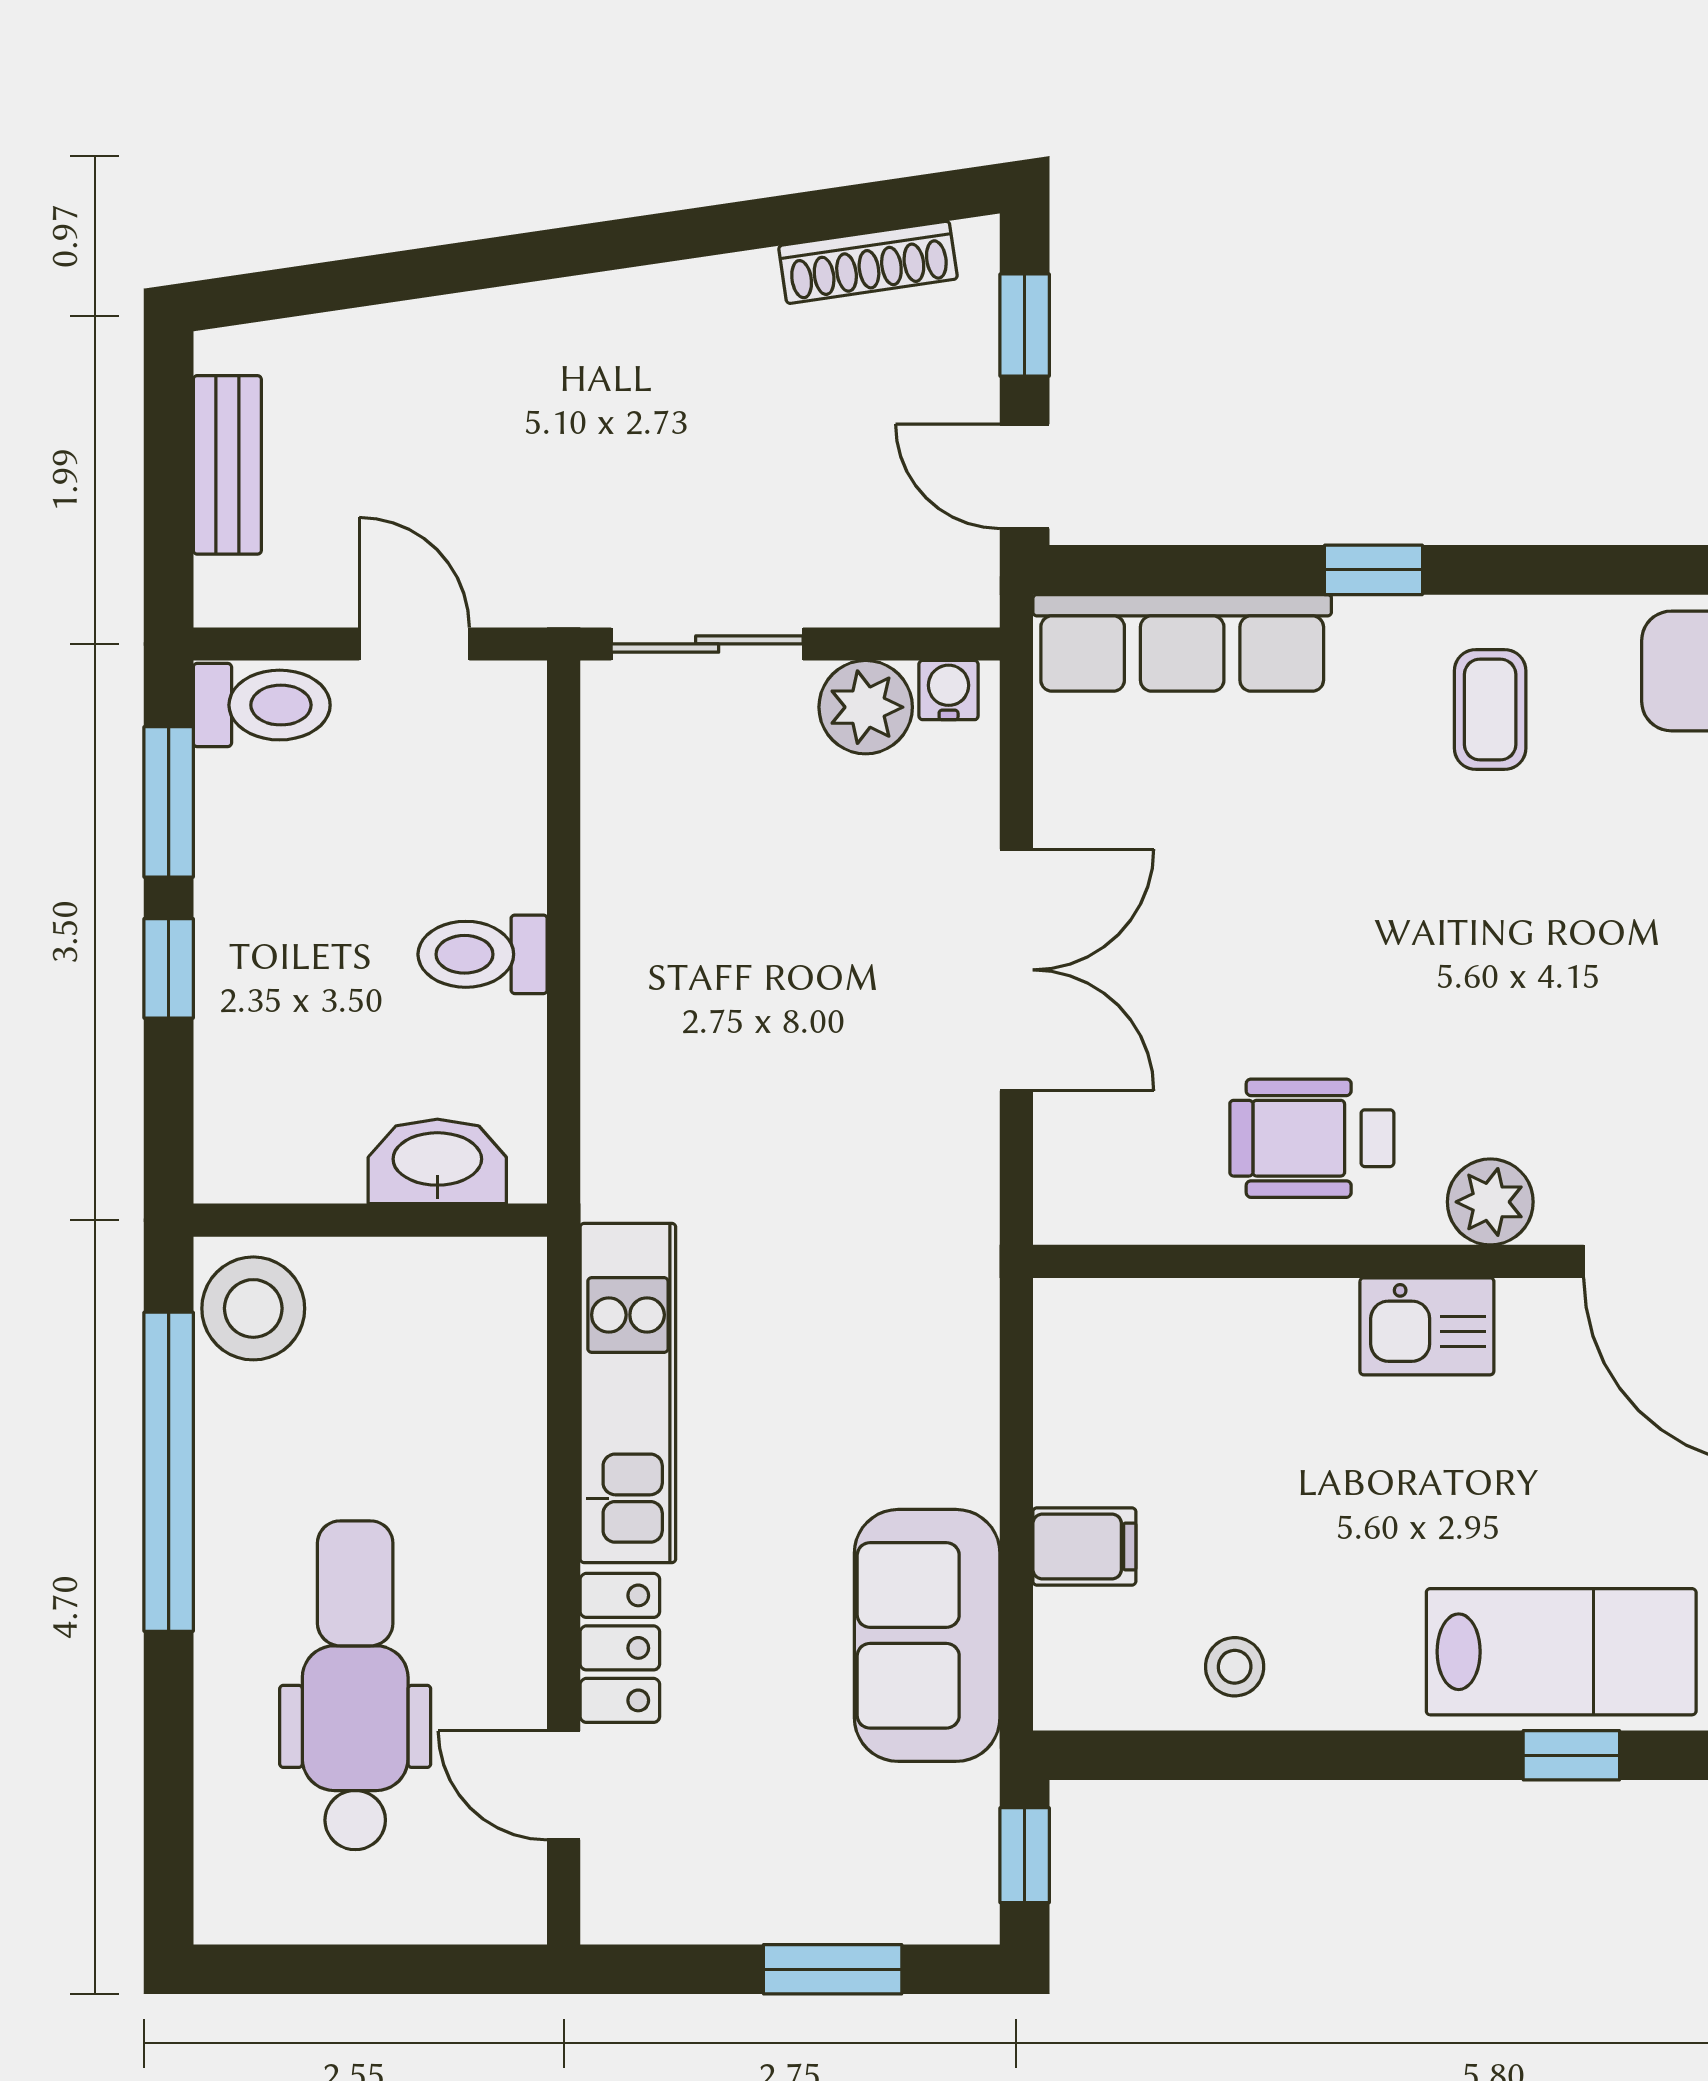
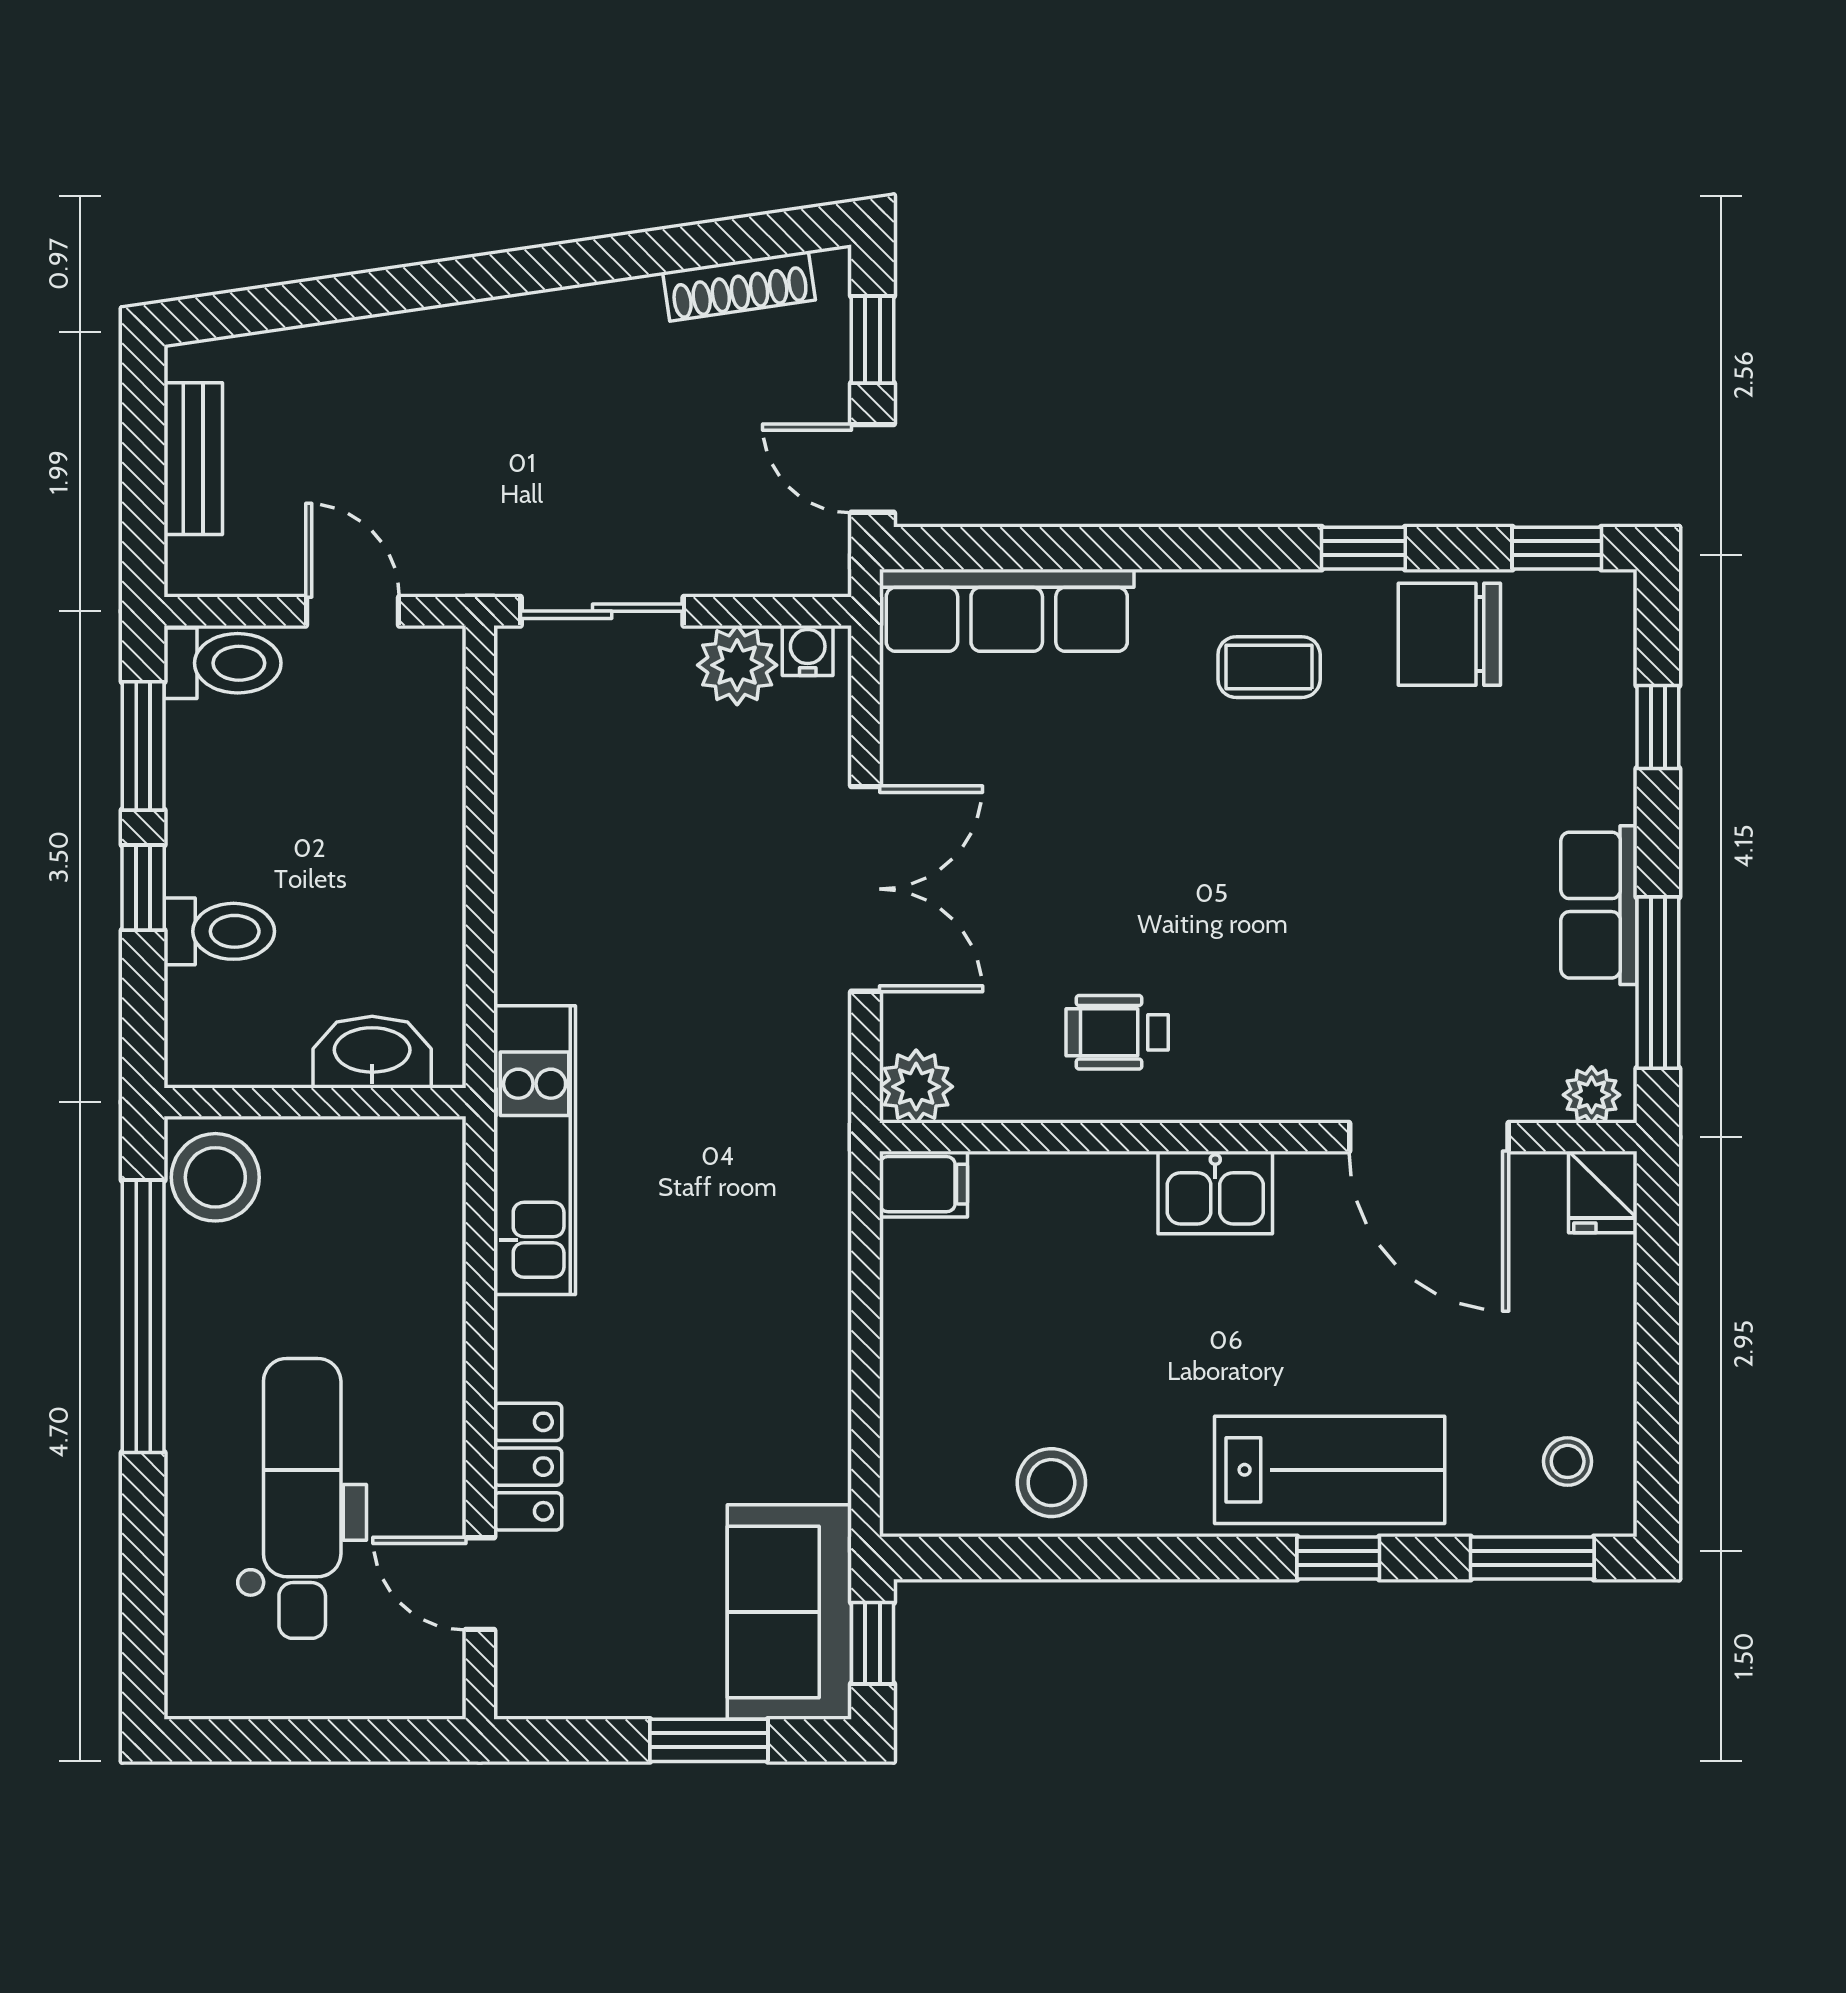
window: (1373, 570) -> (1363, 548), moved
coffee table: (1490, 709) -> (1269, 667), turned 90
toilet: (483, 954) -> (219, 931), moved, turned 180
wheelchair: (1312, 1138) -> (1117, 1032), width x0.73, depth x0.73
plant: (1490, 1202) -> (916, 1087), moved
kitchen unit: (628, 1393) -> (535, 1150), moved
filing cabinet: (1084, 1546) -> (923, 1184), moved
sofa: (927, 1635) -> (789, 1612), moved
stool: (1235, 1667) -> (1051, 1483), width x1.37, depth x1.37

